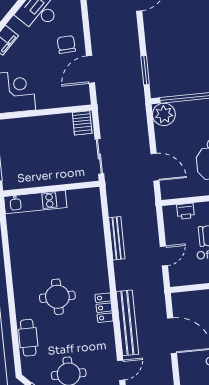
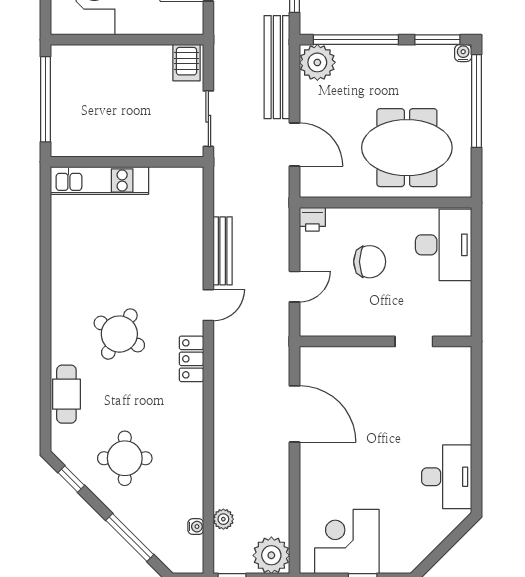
printer: (186, 211) -> (312, 219), moved
round table: (57, 297) -> (119, 334), turned 31
bench: (127, 323) -> (277, 67), moved
door: (121, 370) -> (208, 305), moved

